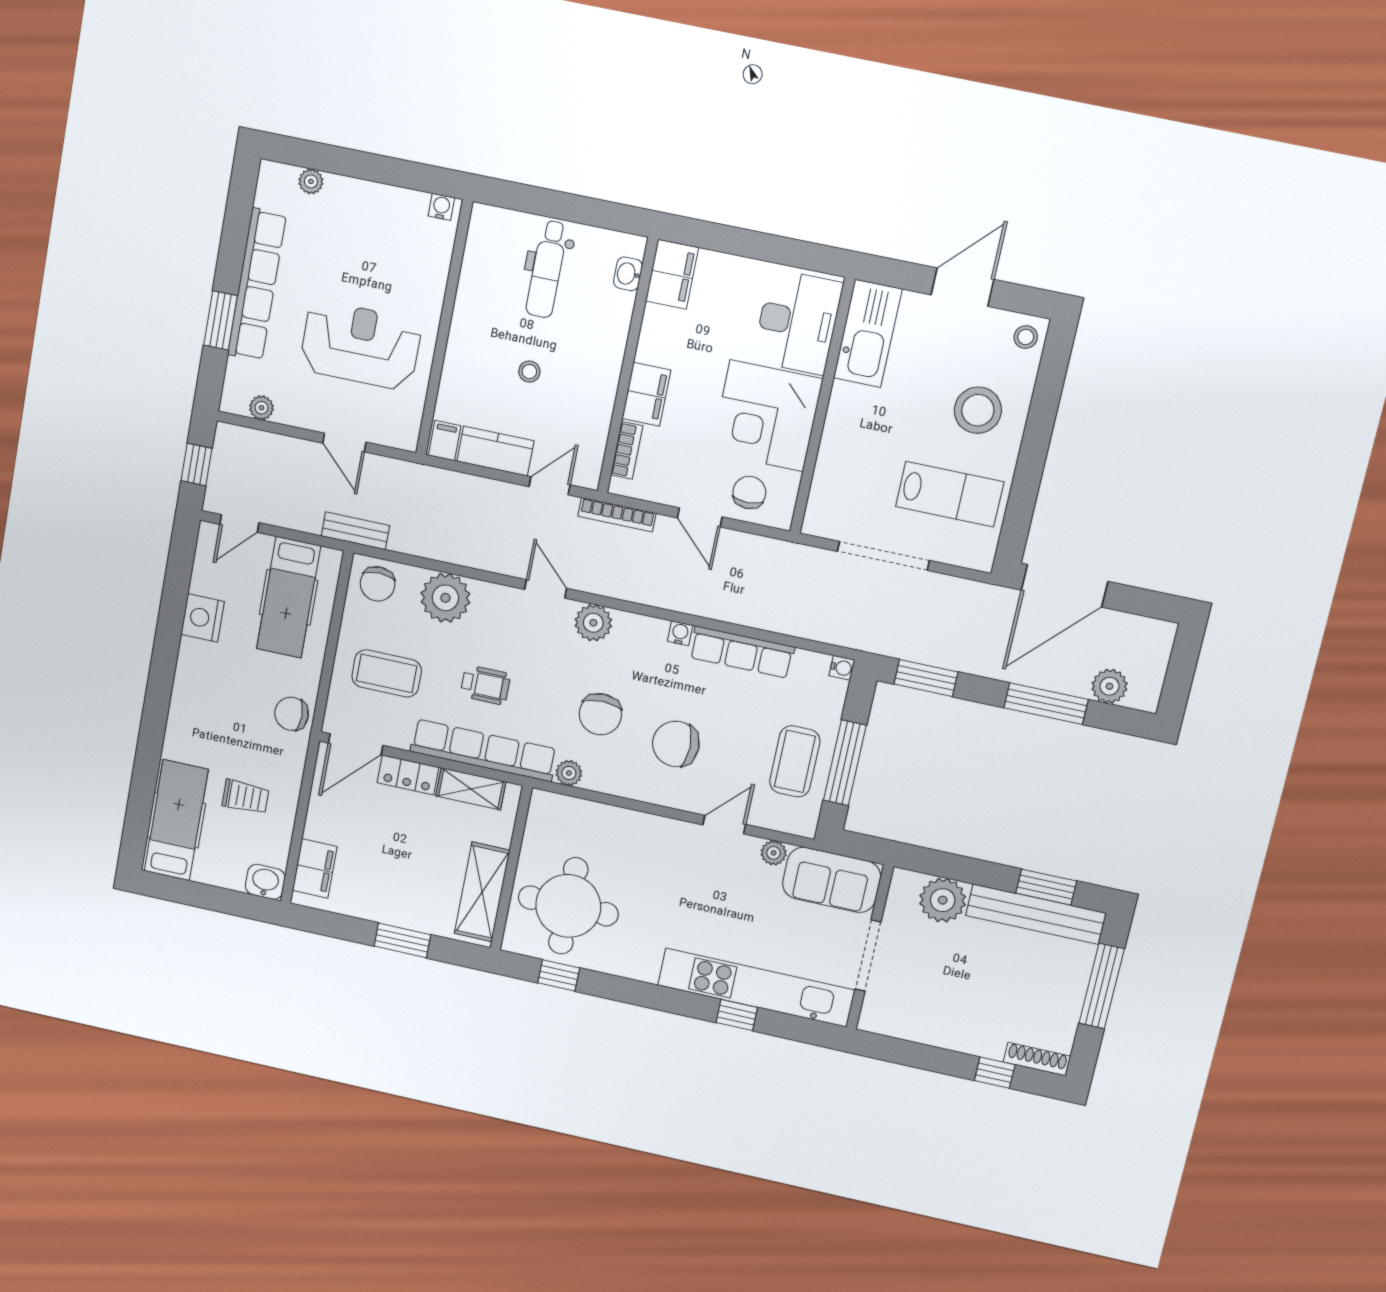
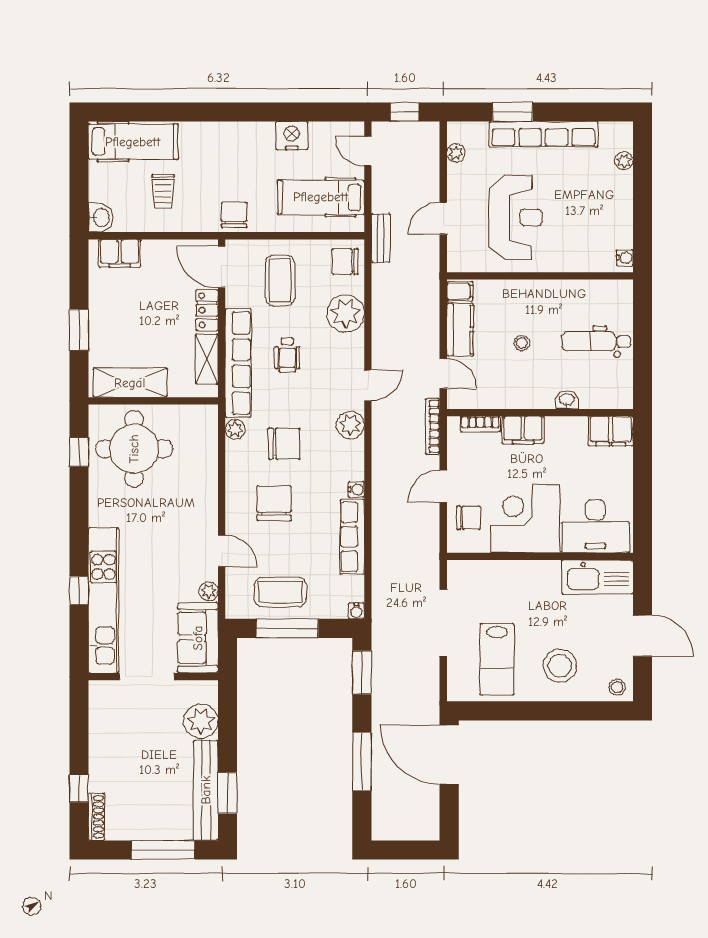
washbasin: (628, 274) -> (567, 400), moved
plant: (1109, 686) -> (384, 803), removed
chair: (600, 714) -> (284, 444), turned 180

